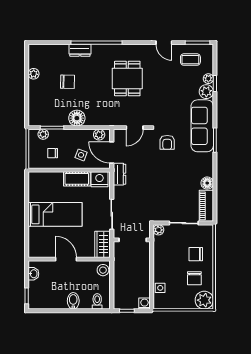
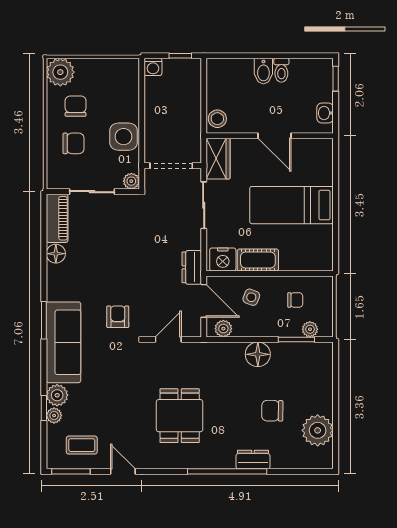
plant: (34, 74) -> (318, 430), width x1.88, depth x1.88
side table: (160, 288) -> (124, 137), moved, width x1.87, depth x1.87
toilet: (97, 301) -> (281, 70), moved

